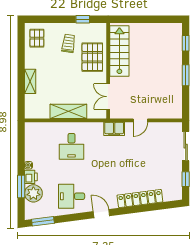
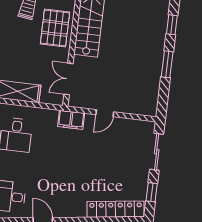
locker: (140, 198) -> (116, 209), moved

